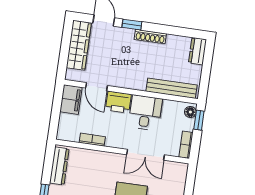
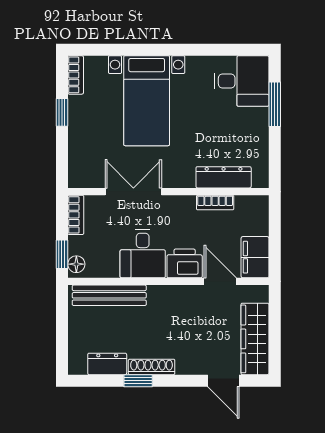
window: (132, 25) -> (138, 381), moved
dresser: (197, 51) -> (107, 364), moved, turned -90
dresser: (59, 166) -> (224, 177), moved, turned 90

